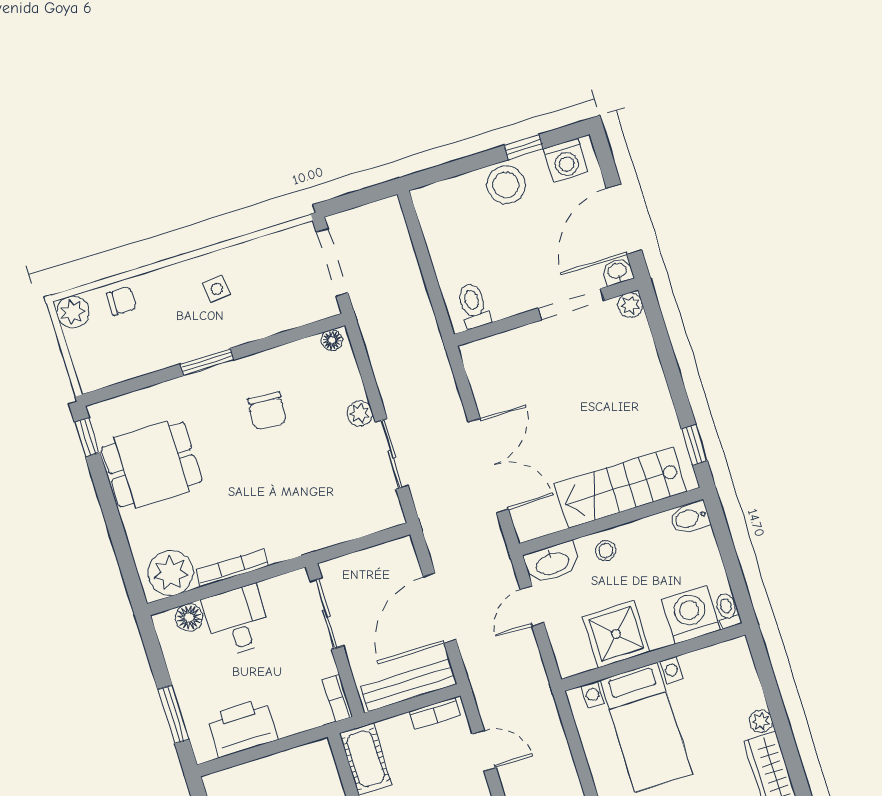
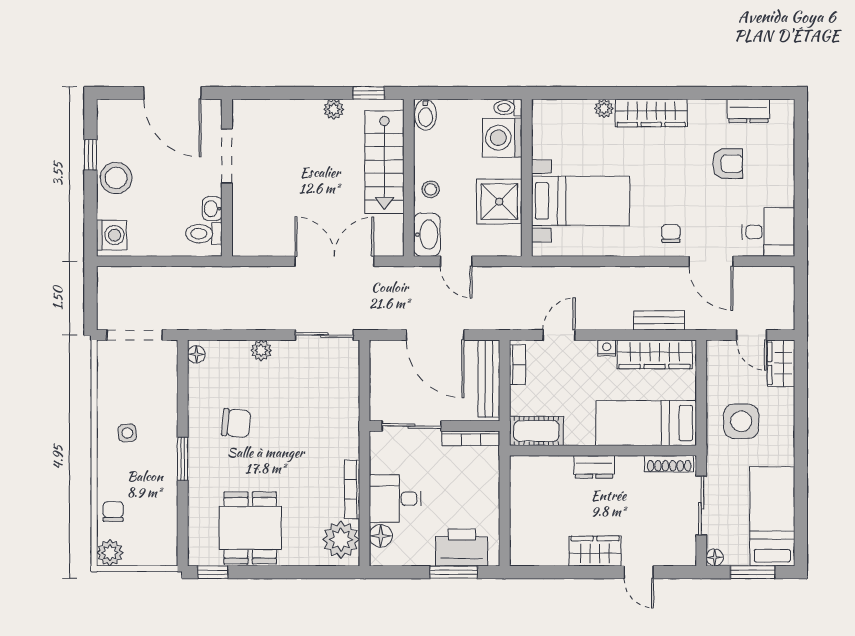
washing machine: (566, 161) -> (112, 235), moved
washbasin: (617, 271) -> (212, 209), moved
plant: (630, 305) -> (334, 109), moved
sliding door: (392, 454) -> (324, 335), moved
bookcase: (337, 698) -> (471, 438), width x1.56
printer: (242, 728) -> (462, 547), moved, turned 90

